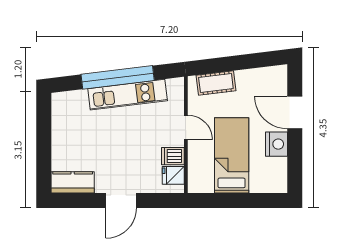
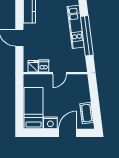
cot: (216, 83) -> (87, 113), moved
kitchen unit: (128, 95) -> (76, 27), moved
bed: (232, 155) -> (34, 108), moved, turned -90

